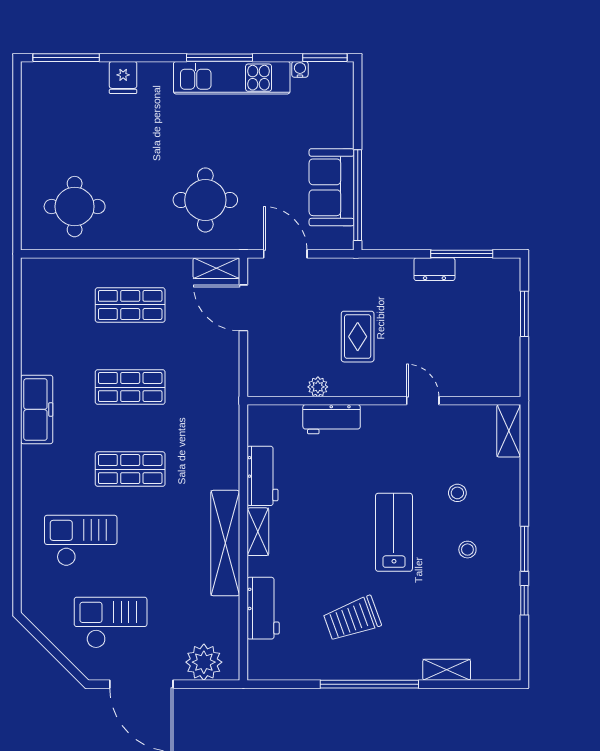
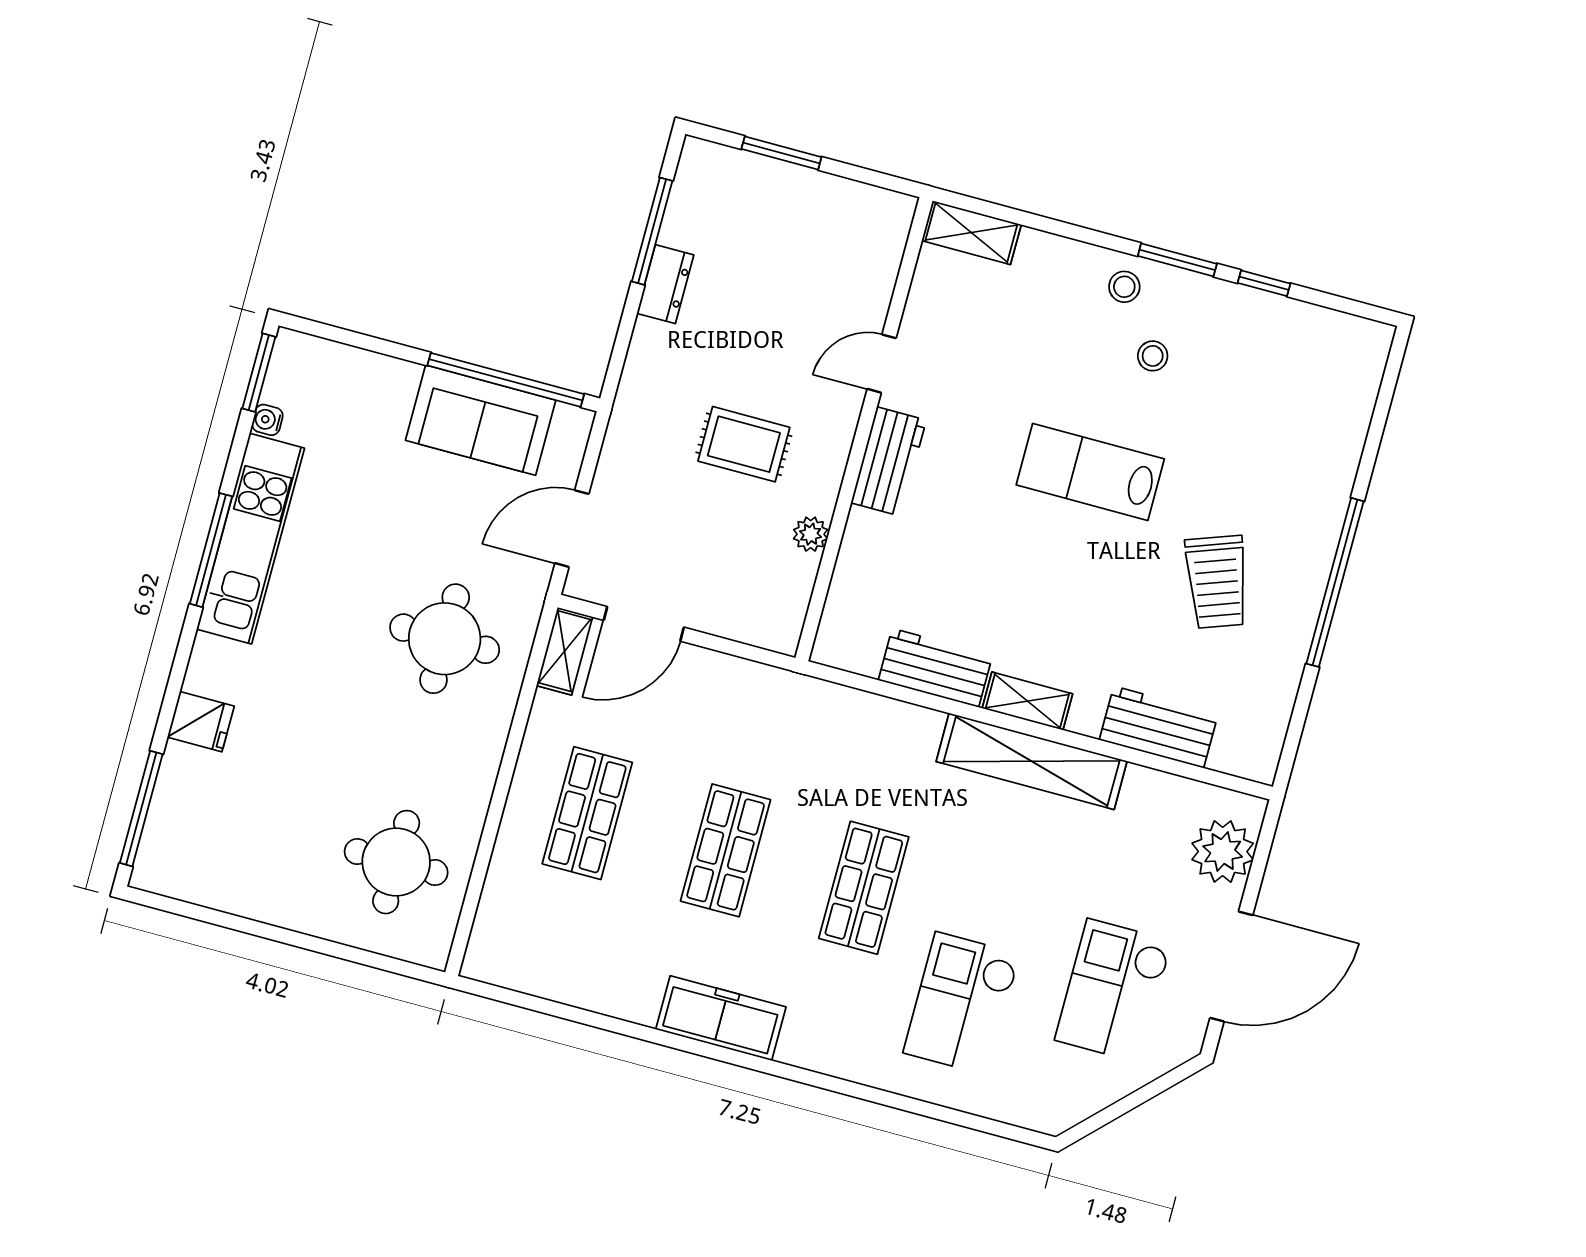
workbench: (332, 419) -> (889, 461), moved
stool: (457, 493) -> (1124, 287), moved
shelving: (447, 670) -> (1346, 446), removed

